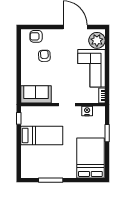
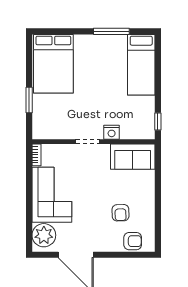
nightstand: (87, 111) -> (112, 132), moved
bed: (42, 135) -> (141, 65), moved, turned -90

